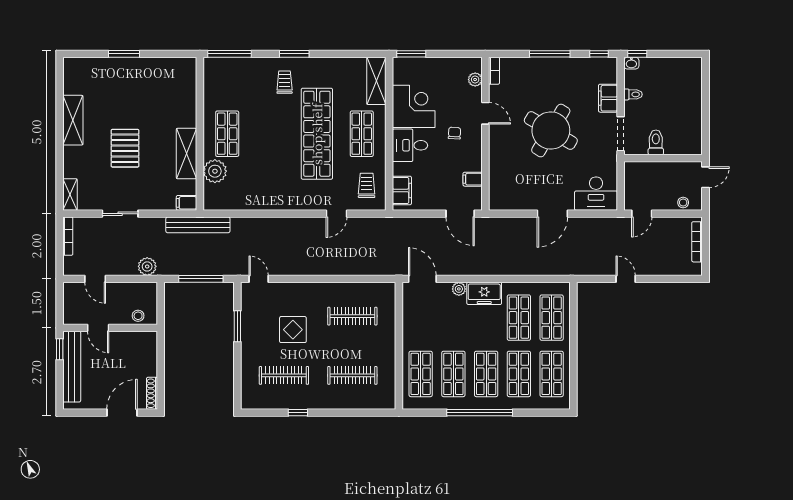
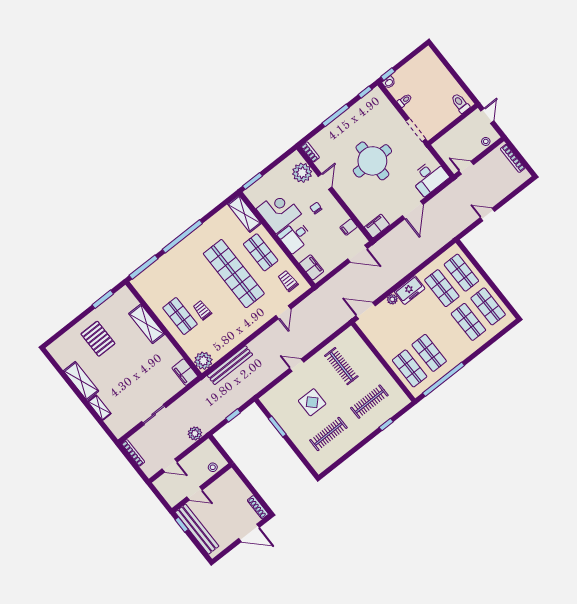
window: (124, 54) -> (103, 299), moved
window: (294, 54) -> (182, 236), width x2.11
plant: (475, 80) -> (302, 173), width x1.87, depth x1.87
trolley: (285, 82) -> (202, 310), moved
filing cabinet: (608, 98) -> (377, 226), moved, turned 90
door: (485, 113) -> (325, 182), hinge flipped
round table: (551, 131) -> (372, 161), turned -31
toilet: (656, 142) -> (460, 103), moved
pallet: (125, 148) -> (98, 339), moved
shelving: (186, 154) -> (147, 324), moved
plant: (215, 171) -> (203, 361), moved
shelving: (70, 195) -> (99, 408), moved
filing cabinet: (187, 203) -> (185, 372), width x2.00
door: (642, 214) -> (466, 168), swing flipped
bench: (198, 225) -> (230, 365), moved
window: (201, 279) -> (233, 415), width x0.46
door: (259, 279) -> (297, 365), moved
clothes rail: (352, 316) -> (341, 366), turned 90
shop shelf: (486, 374) -> (449, 337), removed
door: (122, 413) -> (249, 533), swing flipped
window: (298, 413) -> (386, 425), moved
window: (480, 413) -> (444, 379), moved

